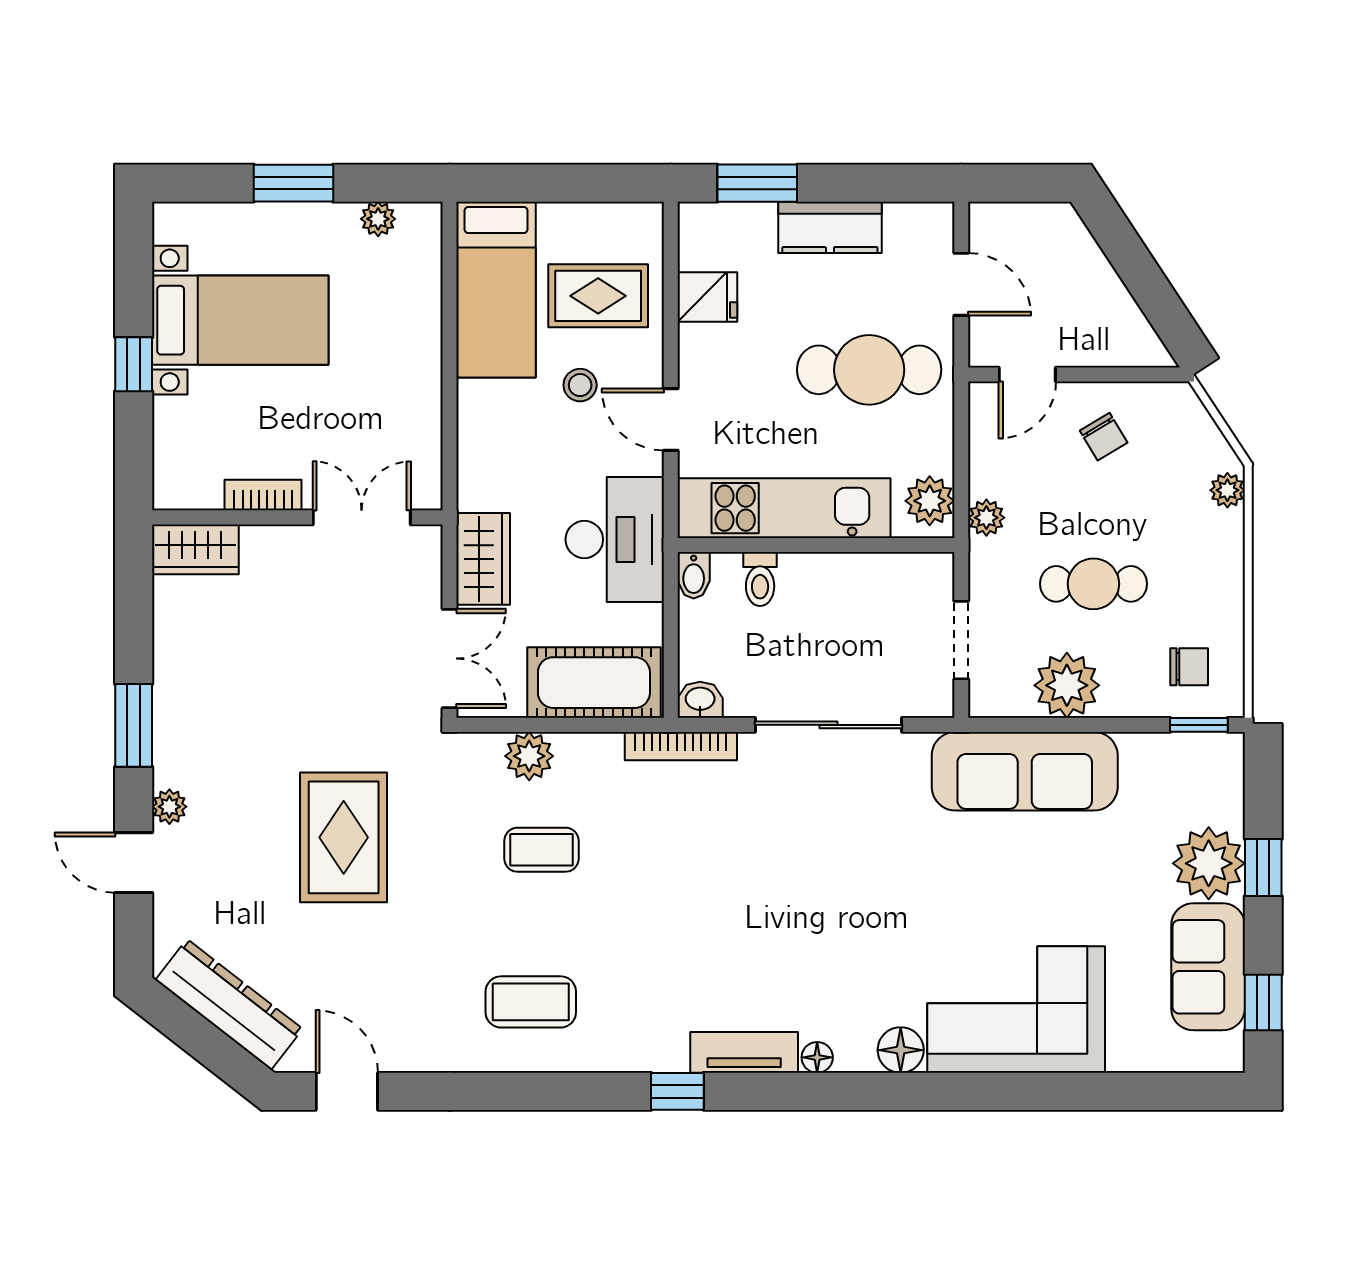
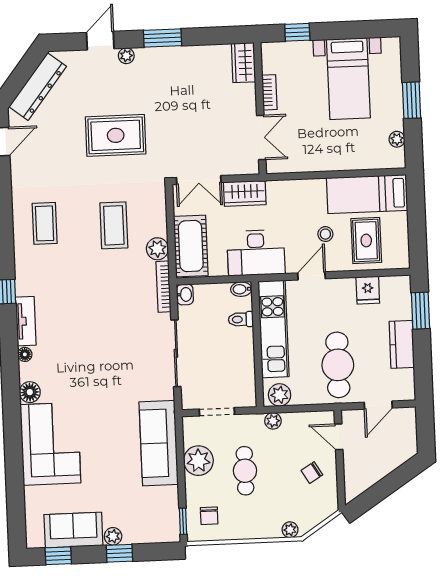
window: (134, 364) -> (297, 32), moved
plant: (529, 756) -> (157, 249), moved
coffee table: (541, 850) -> (114, 225), width x1.36, depth x1.30
plant: (1209, 863) -> (113, 536), width x0.53, depth x0.53

